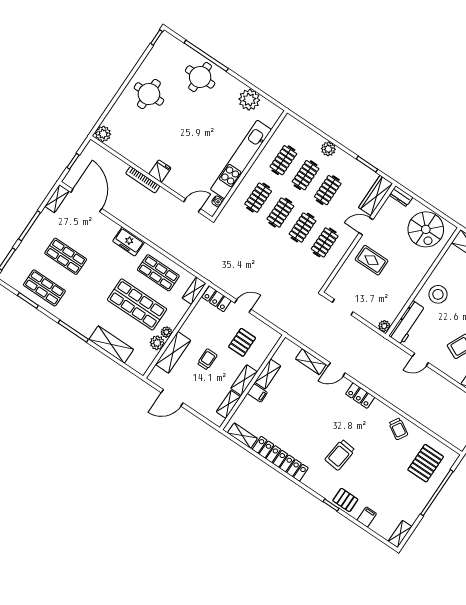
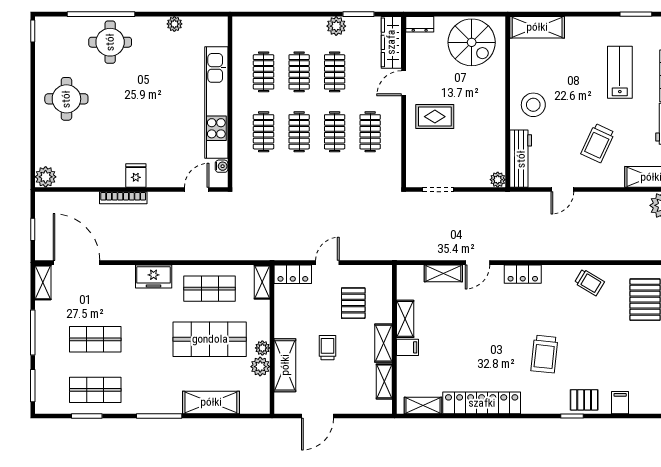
plant: (249, 100) -> (174, 24), width x0.53, depth x0.53
plant: (328, 149) -> (336, 26), moved

